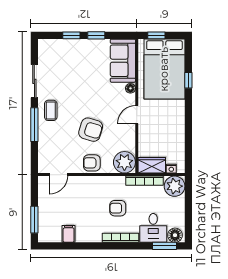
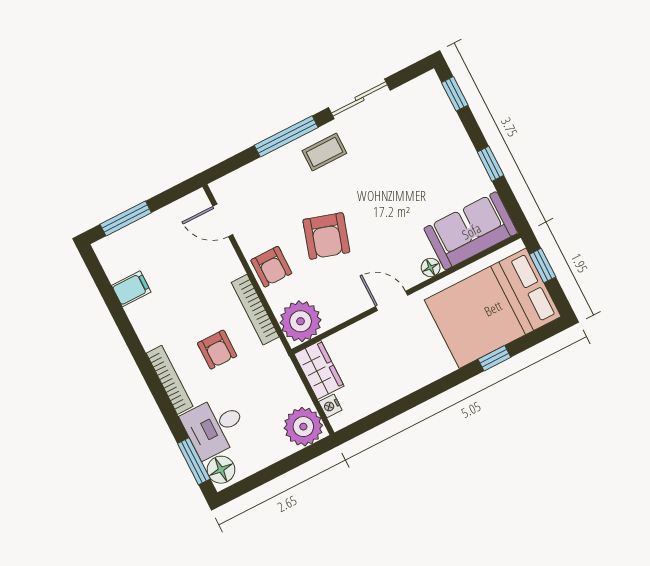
window: (71, 35) -> (455, 94), moved
armchair: (92, 163) -> (271, 267), turned 180
bookcase: (145, 181) -> (255, 310), moved
armchair: (118, 208) -> (217, 350), turned 180

